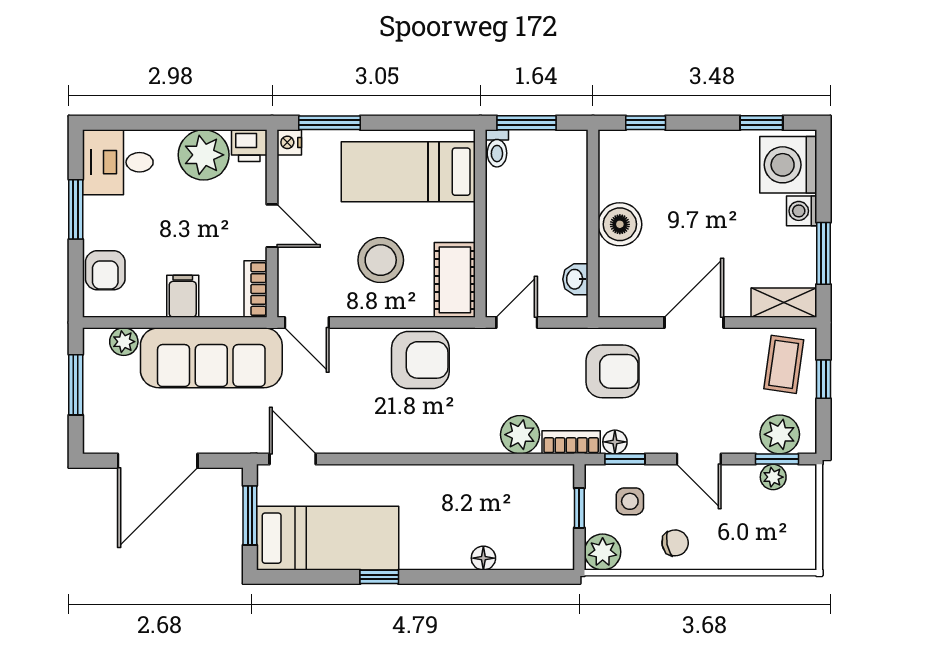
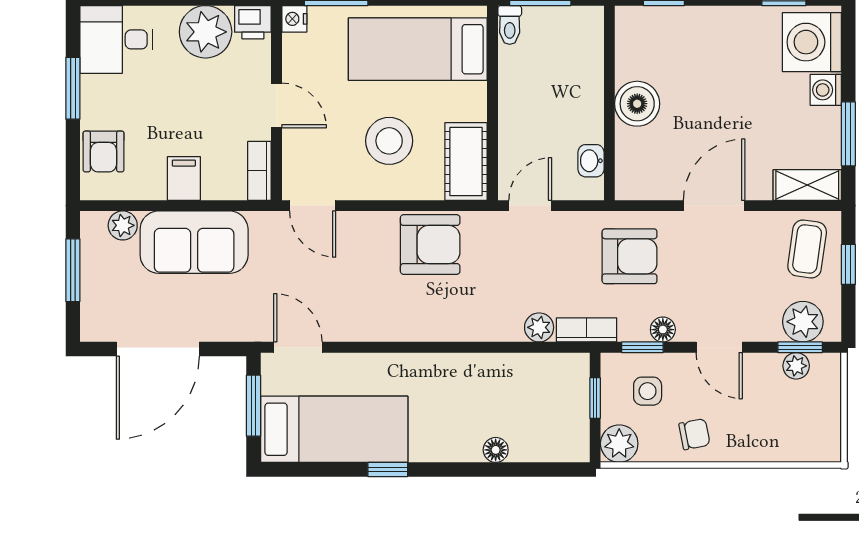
sofa: (211, 358) -> (194, 242), width x0.73
plant: (520, 435) -> (539, 327), width x0.73, depth x0.73
floor lamp: (615, 442) -> (663, 330), moved

